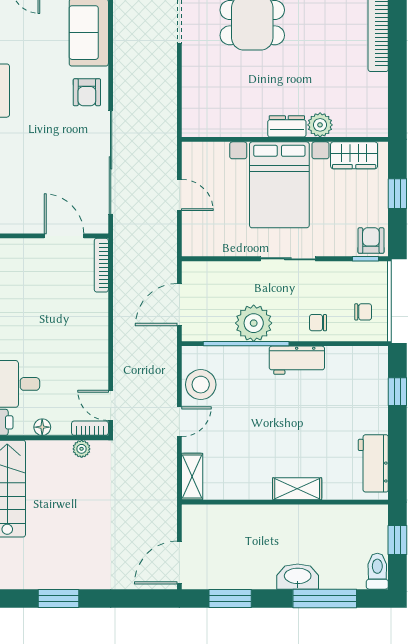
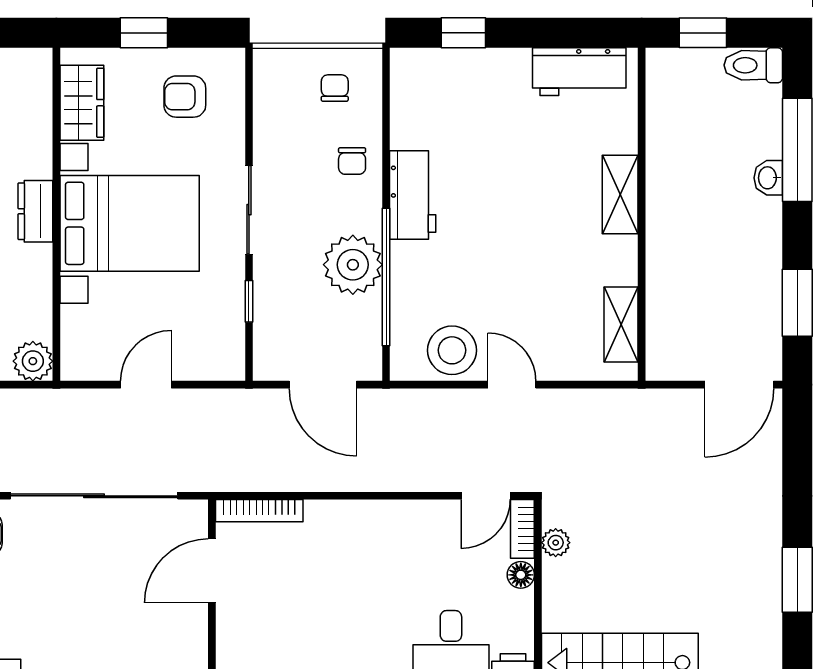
plant: (320, 125) -> (33, 361), moved
armchair: (371, 241) -> (185, 97), moved
window: (366, 259) -> (249, 301), moved
floor lamp: (42, 427) -> (521, 575), moved
shelving: (192, 476) -> (621, 325), moved, turned 90
door: (179, 563) -> (739, 385), hinge flipped
washbasin: (298, 577) -> (768, 178), width x0.52, depth x0.69

